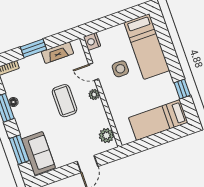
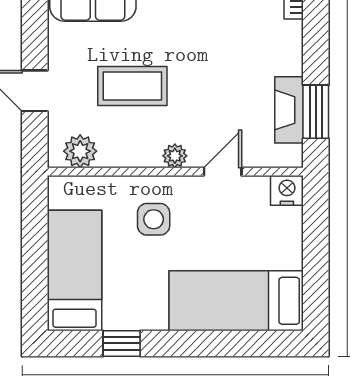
window: (34, 48) -> (316, 112), moved
side table: (120, 69) -> (154, 219), moved
coffee table: (65, 101) -> (132, 86), moved

